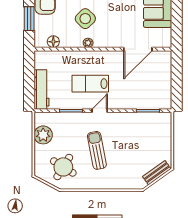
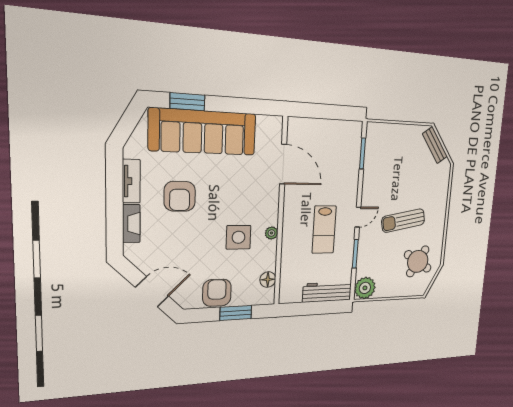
side table: (85, 19) -> (238, 237), turned 45
door: (100, 111) -> (358, 217), swing flipped
plant: (43, 135) -> (365, 288), moved

